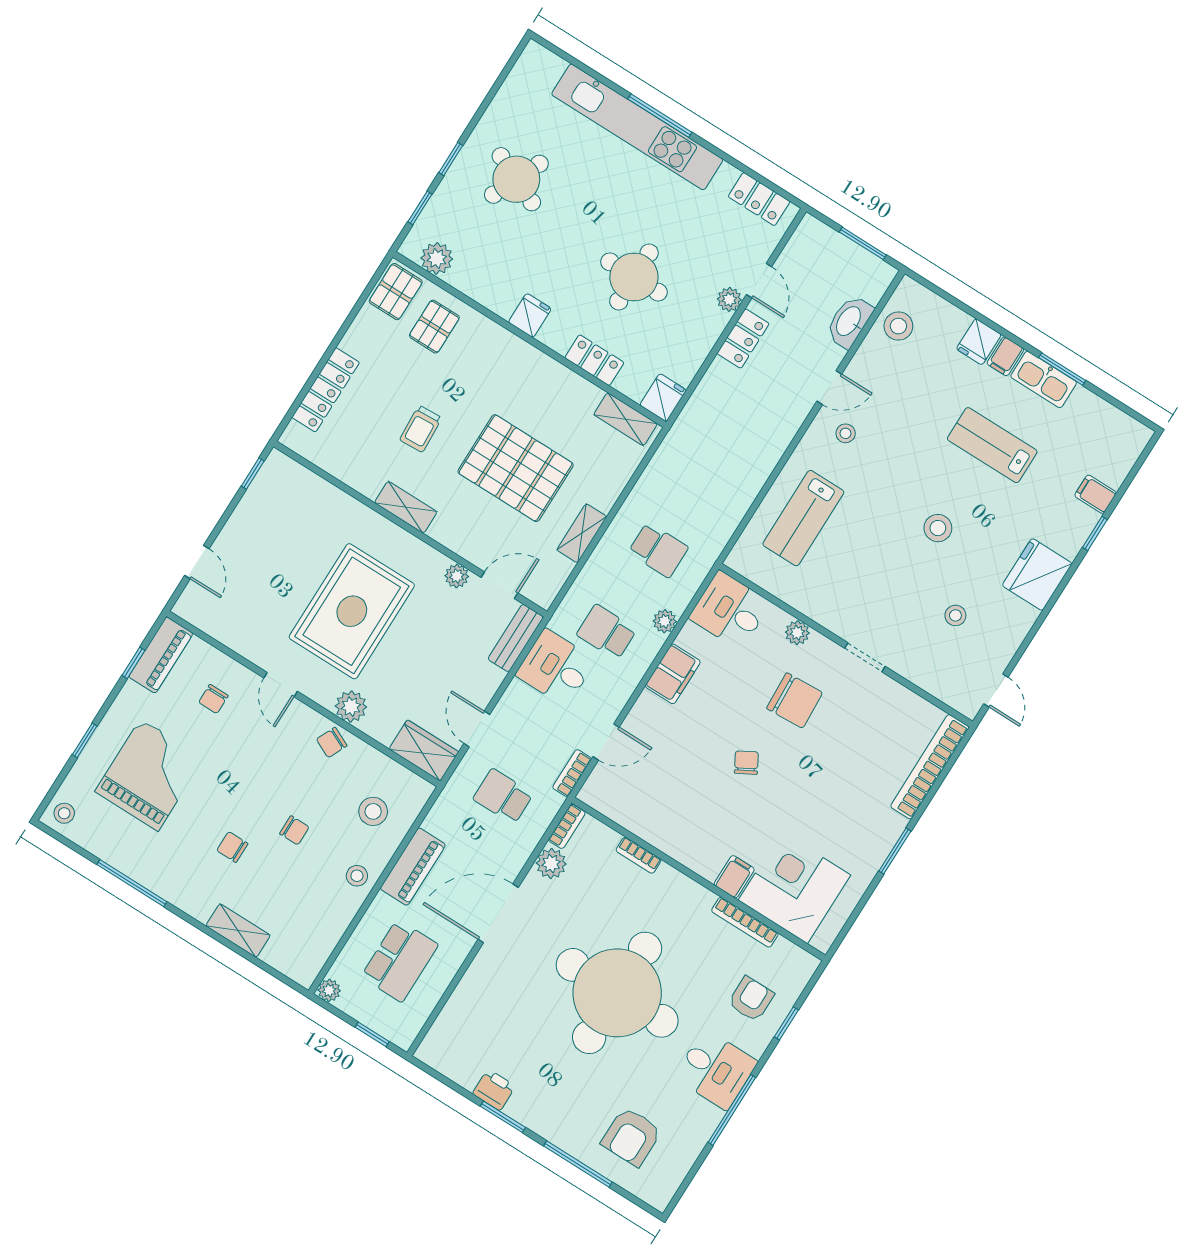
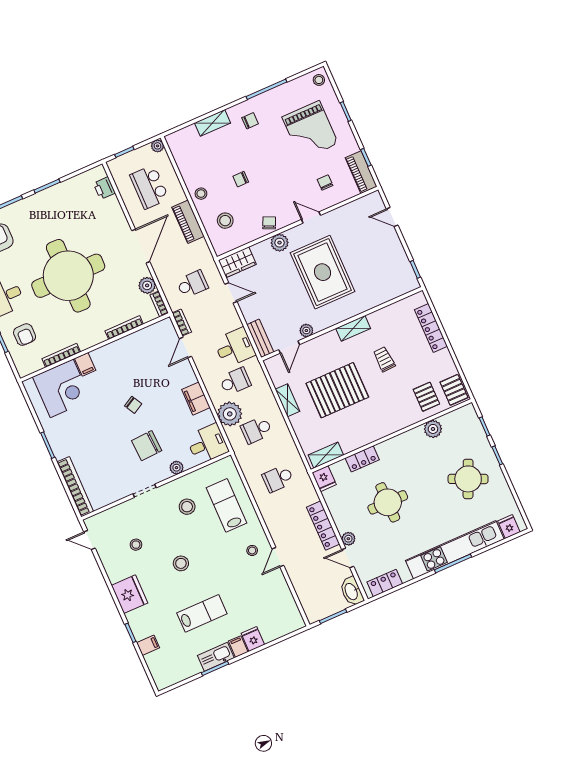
plant: (437, 258) -> (433, 429), moved
fridge: (530, 315) -> (509, 527), moved, turned 180
washbasin: (849, 322) -> (352, 591), moved, turned 180
stool: (898, 326) -> (187, 507), moved
locker: (743, 339) -> (323, 526), width x1.53
school desk: (710, 468) -> (278, 479), added
plant: (665, 621) -> (230, 414), width x1.88, depth x1.88
chair: (232, 847) -> (250, 121), moved
bookcase: (639, 855) -> (124, 328), width x1.56
printer: (494, 1090) -> (104, 188), moved, turned 90

